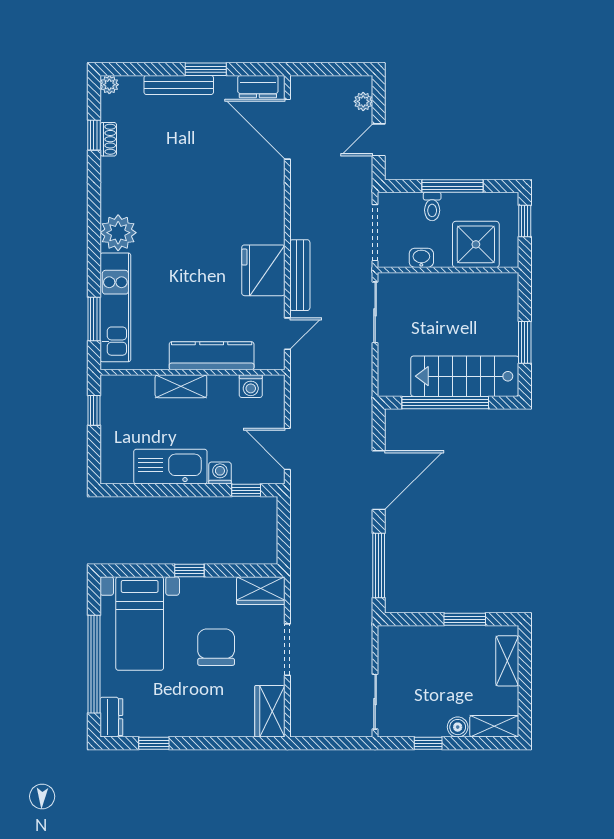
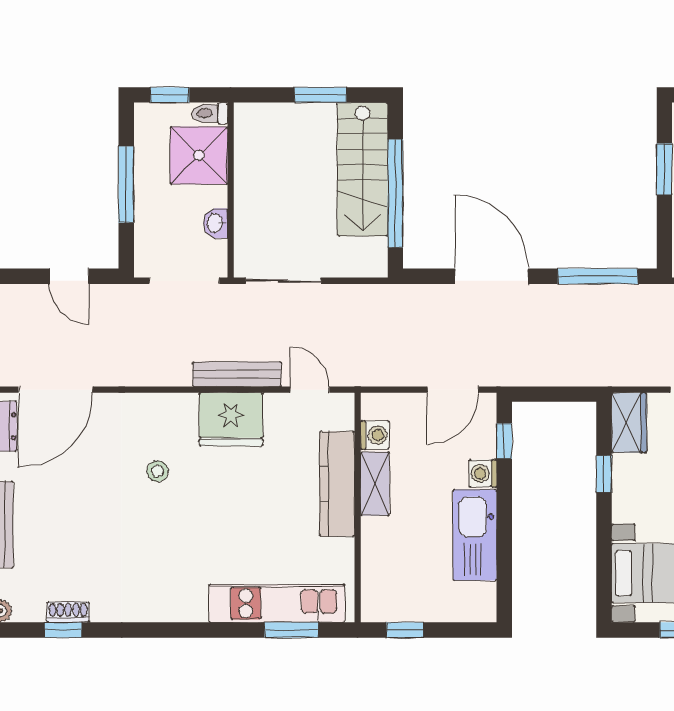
plant: (363, 101) -> (21, 295), removed
toilet: (432, 206) -> (210, 113), moved, turned 180
stool: (222, 211) -> (157, 471), added
plant: (118, 233) -> (184, 600), removed
shelving: (181, 386) -> (375, 484), moved
window: (189, 571) -> (604, 474), moved

